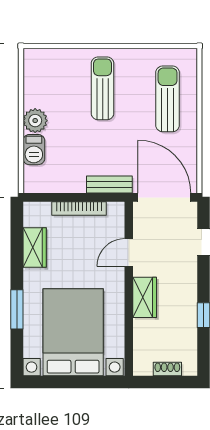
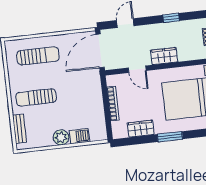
sun lounger: (168, 99) -> (38, 56), turned 180
bench: (109, 185) -> (19, 129), moved
window: (17, 309) -> (170, 137), moved

